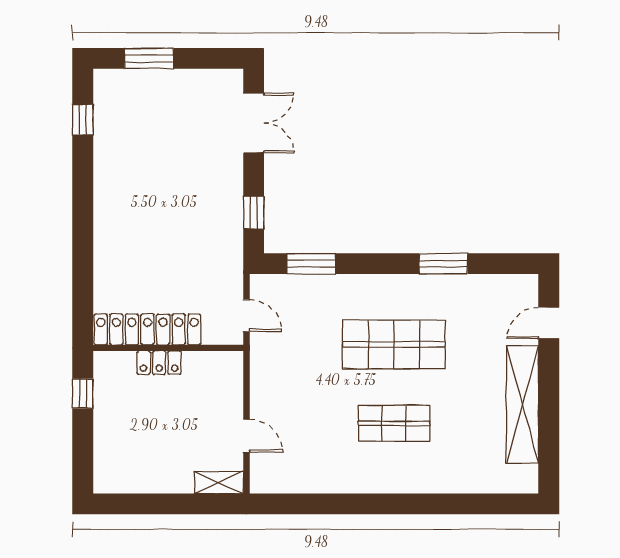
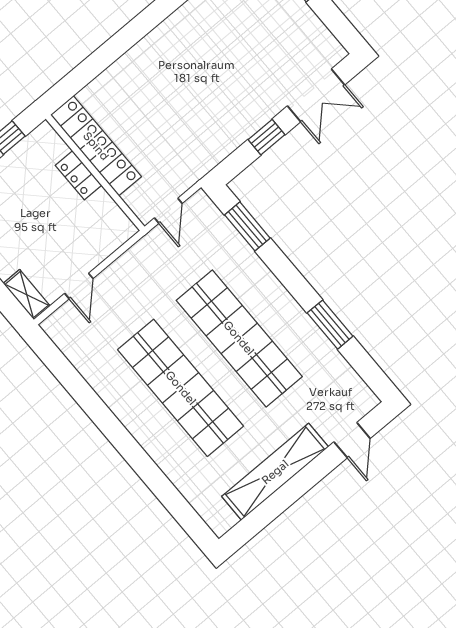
window: (254, 212) -> (266, 137), moved
door: (549, 323) -> (352, 440), swing flipped
shop shelf: (394, 344) -> (239, 338), width x1.40
shop shelf: (394, 423) -> (181, 388), width x2.00, depth x1.36

